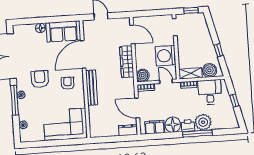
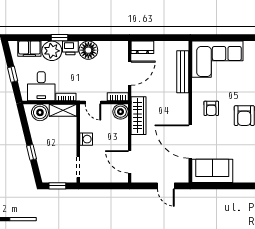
floor lamp: (40, 28) -> (240, 177), removed
window: (219, 50) -> (32, 152), moved
door: (83, 55) -> (190, 142), swing flipped
washing machine: (166, 56) -> (86, 139), width x0.53, depth x0.53
wardrobe: (127, 62) -> (139, 116), moved
bench: (92, 88) -> (183, 72), moved
door: (137, 108) -> (130, 73), hinge flipped
filing cabinet: (155, 127) -> (29, 49), moved
window: (197, 134) -> (60, 38), width x0.46

